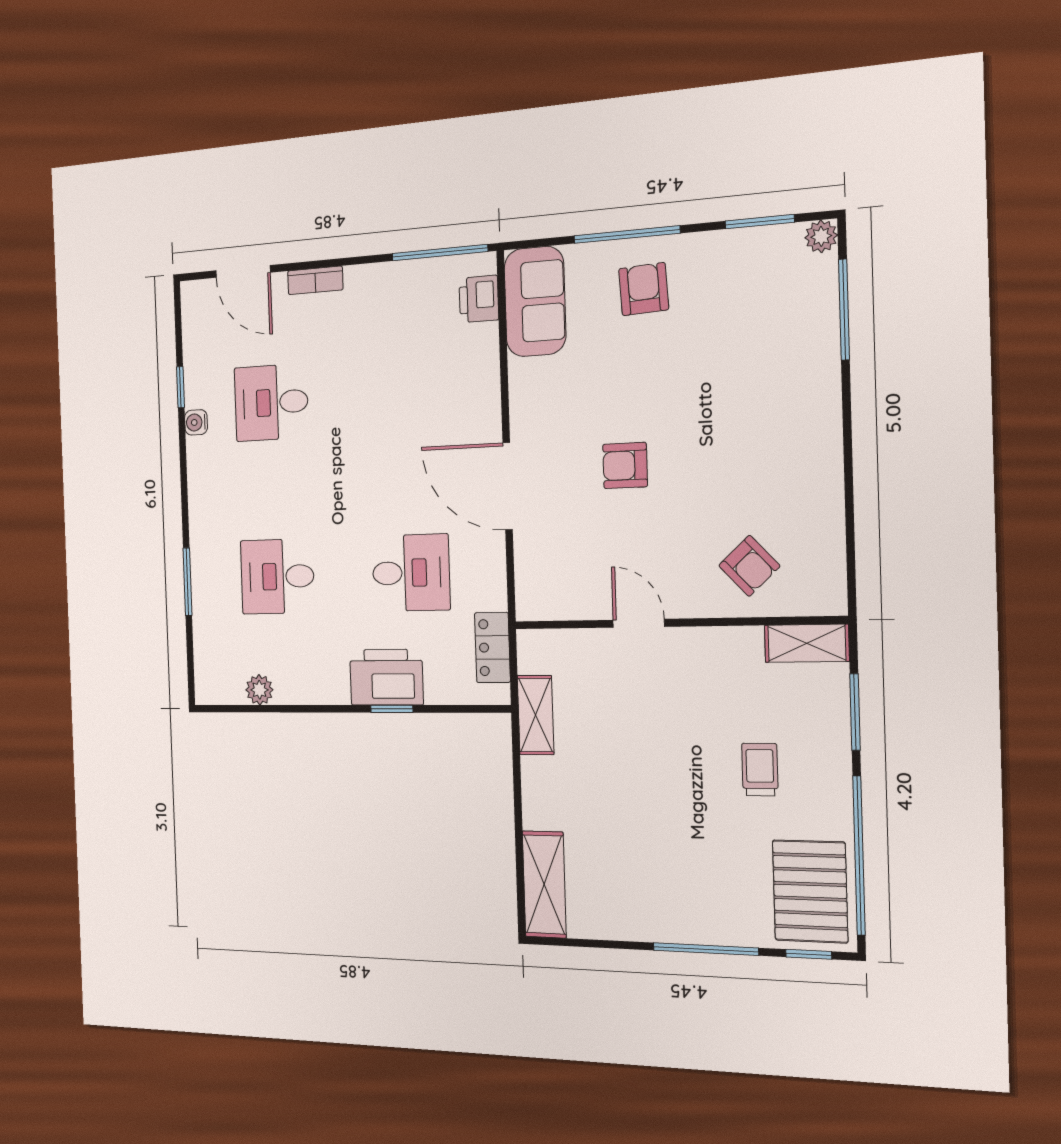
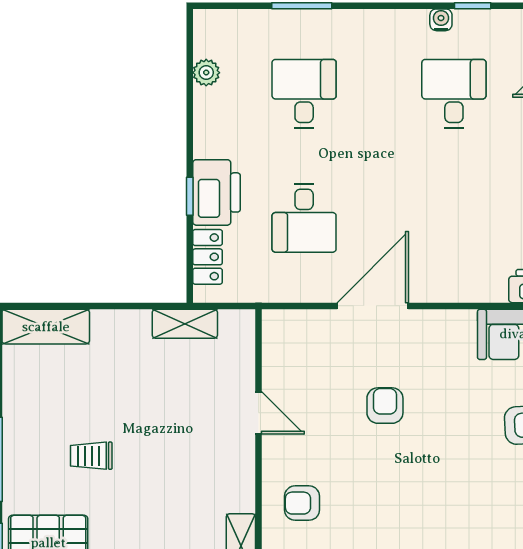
armchair: (749, 566) -> (302, 503), turned 43
door: (639, 623) -> (259, 413), hinge flipped
locker: (492, 648) -> (208, 257), moved, turned 90
trolley: (760, 770) -> (91, 456), moved, turned 180

